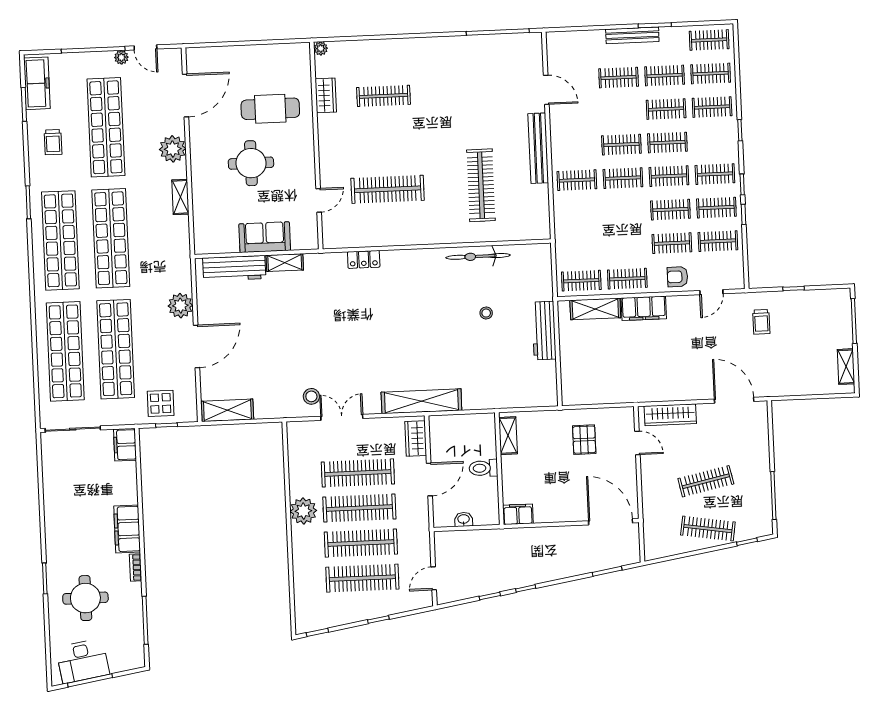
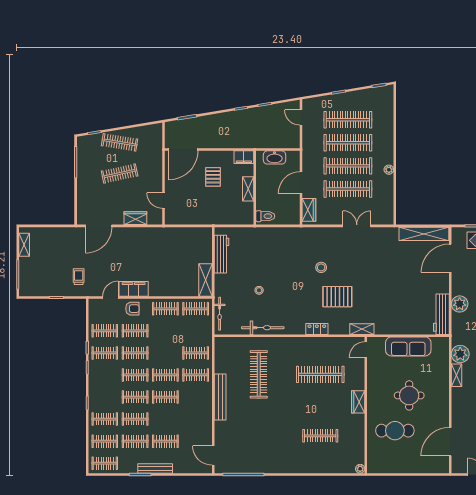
door: (546, 90) -> (213, 456), moved
wardrobe: (326, 95) -> (358, 402), moved
plant: (173, 149) -> (460, 354), moved
clothes rail: (715, 174) -> (196, 353), moved
door: (319, 200) -> (366, 350), moved
sofa: (265, 237) -> (408, 346), width x1.36
locker: (364, 259) -> (317, 329), moved
shelving: (285, 263) -> (362, 329), moved
workbench: (234, 268) -> (441, 314), moved, turned -90
bicycle: (545, 275) -> (220, 314), added
filing cabinet: (644, 308) -> (134, 289), moved
pallet: (367, 309) -> (337, 297), added
shelving: (595, 309) -> (205, 280), moved, turned 90
workbench: (544, 331) -> (222, 254), moved
door: (197, 346) -> (450, 258), moved
stool: (311, 396) -> (321, 267), moved
door: (734, 400) -> (99, 226), hinge flipped
shelving: (421, 401) -> (304, 234), removed
shelving: (227, 410) -> (424, 234), width x1.47
wardrobe: (670, 415) -> (135, 218), width x0.67
double door: (342, 417) -> (357, 226), swing flipped
shelving: (508, 436) -> (248, 189), moved
pallet: (584, 440) -> (213, 177), moved
toilet: (483, 468) -> (265, 216), moved
plant: (303, 511) -> (389, 170), width x0.53, depth x0.53
washbasin: (464, 519) -> (275, 157), width x1.91, depth x1.45
door: (611, 522) -> (183, 150), hinge flipped
door: (434, 578) -> (301, 118), swing flipped

